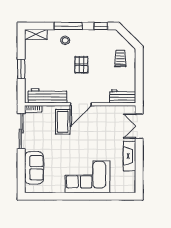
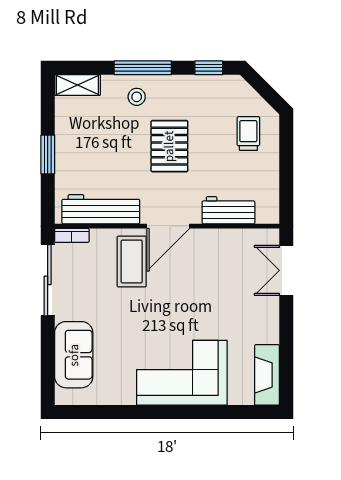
pallet: (81, 65) -> (169, 146), width x1.50, depth x1.42
workbench: (123, 96) -> (228, 210), moved
fireplace: (130, 156) -> (267, 375), moved

